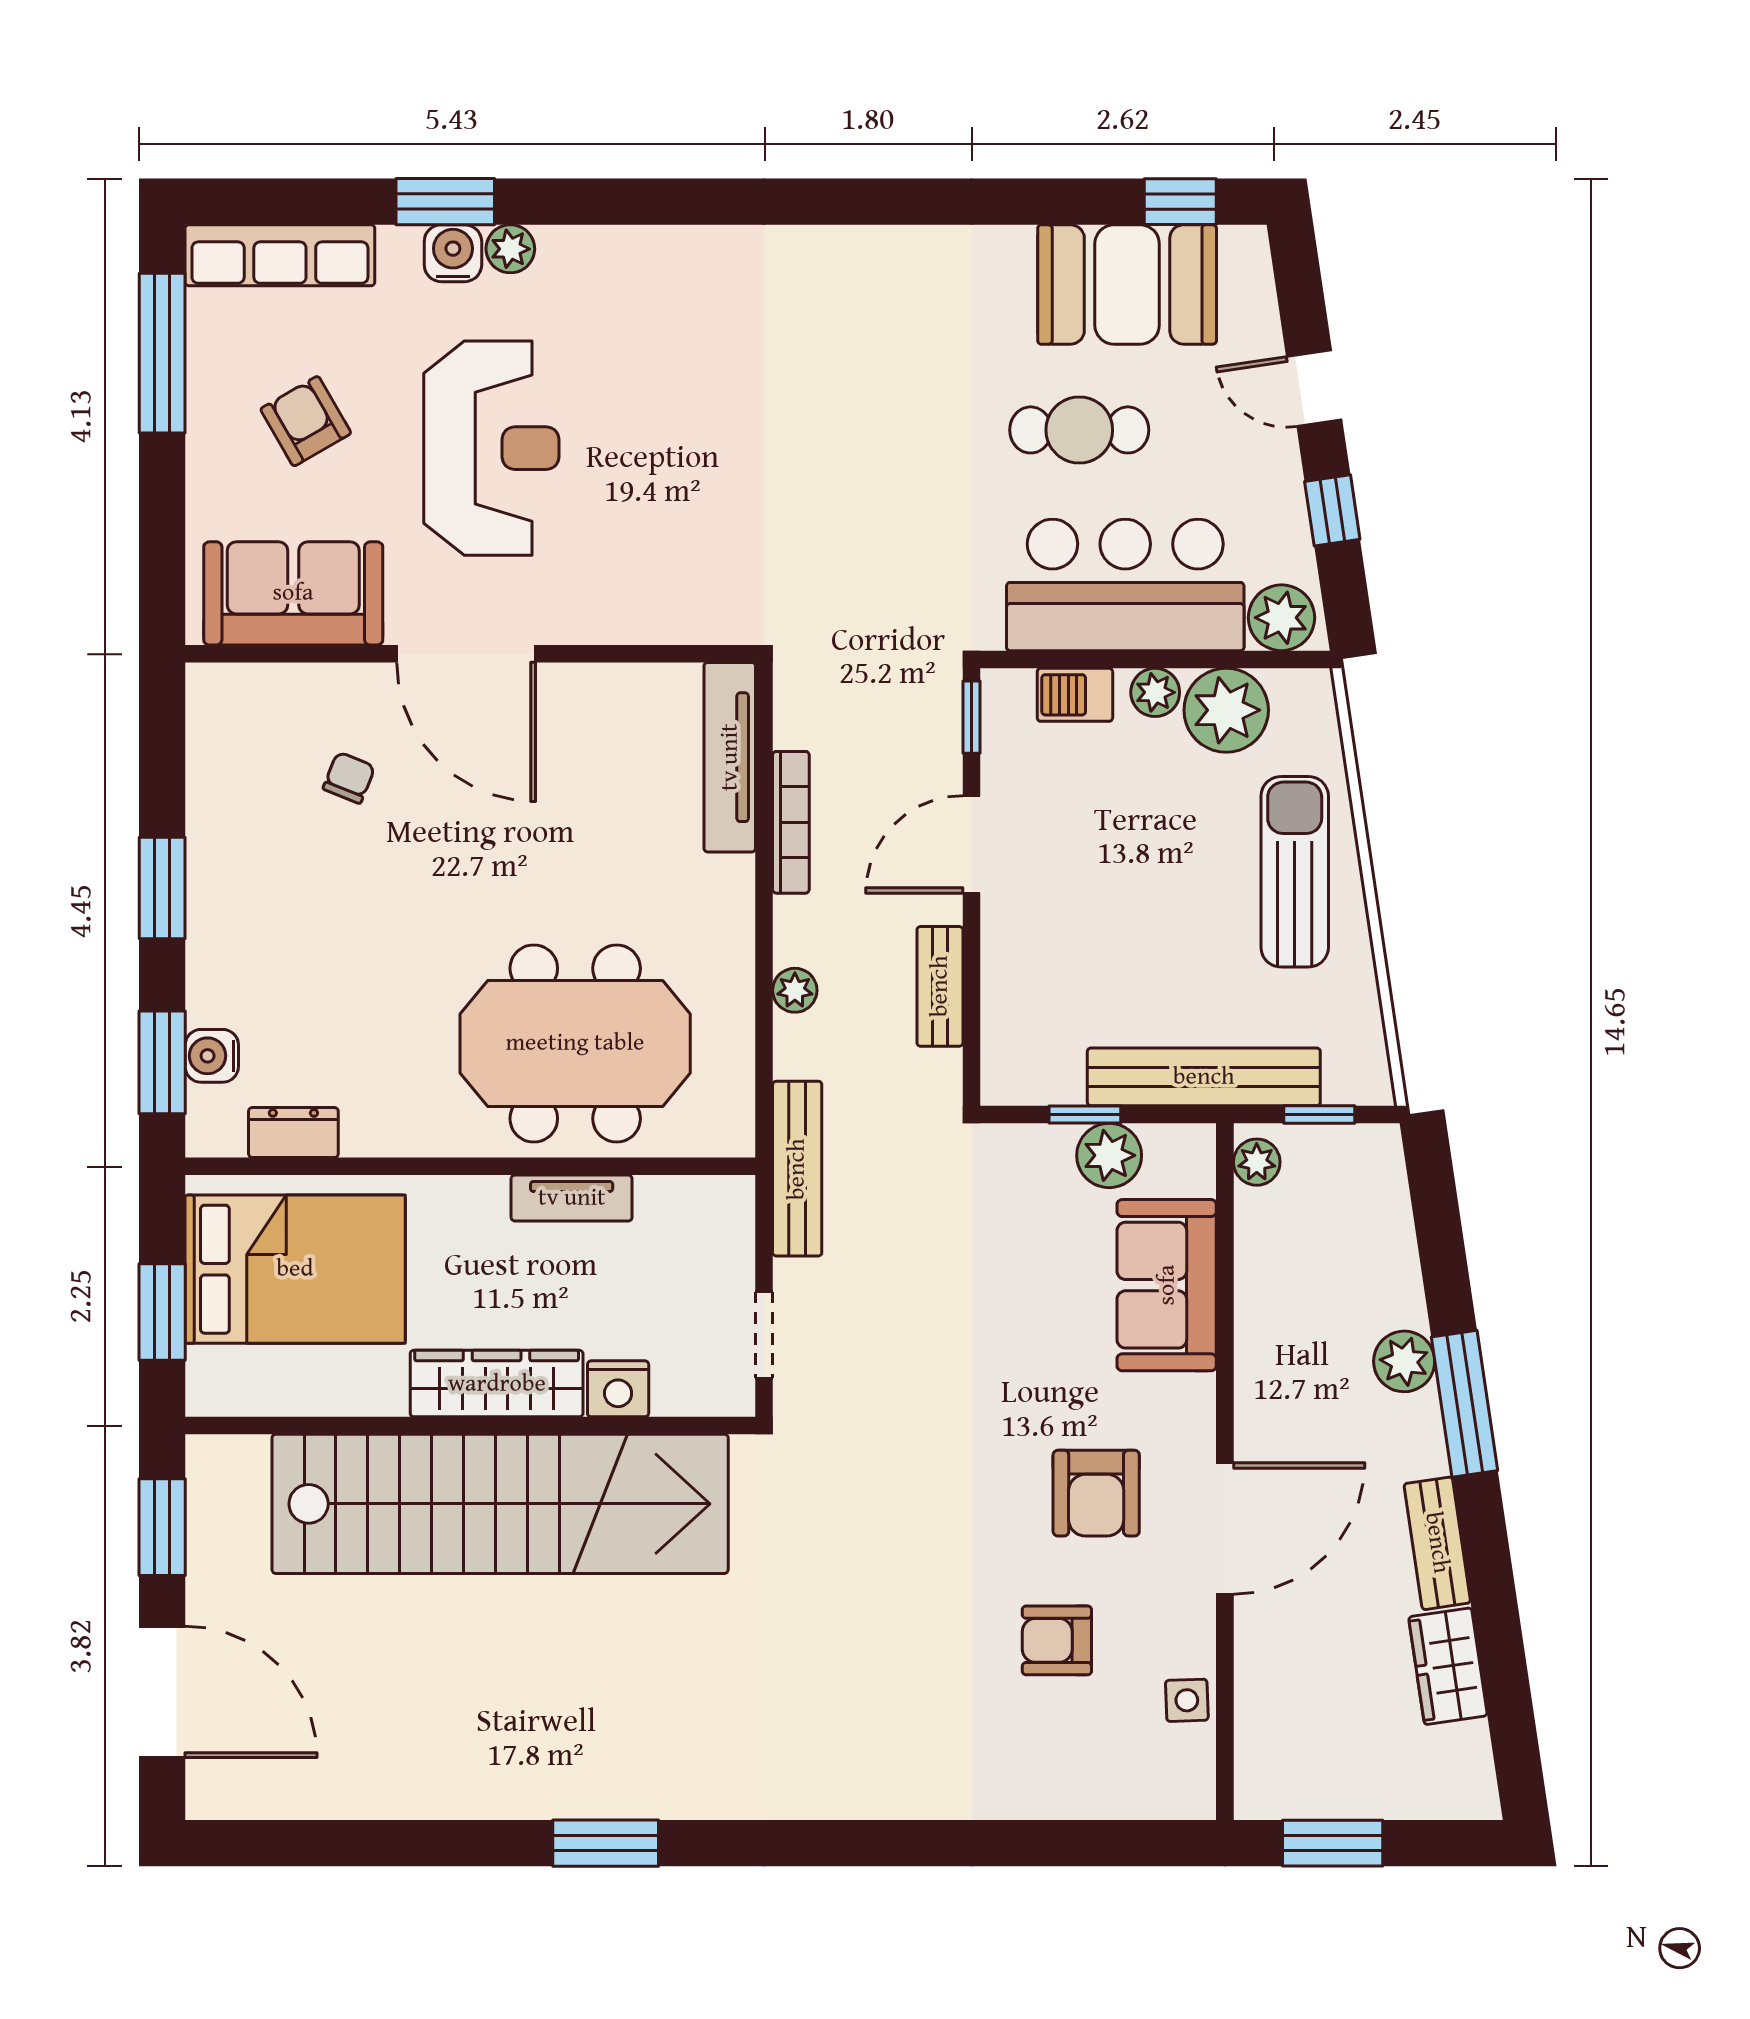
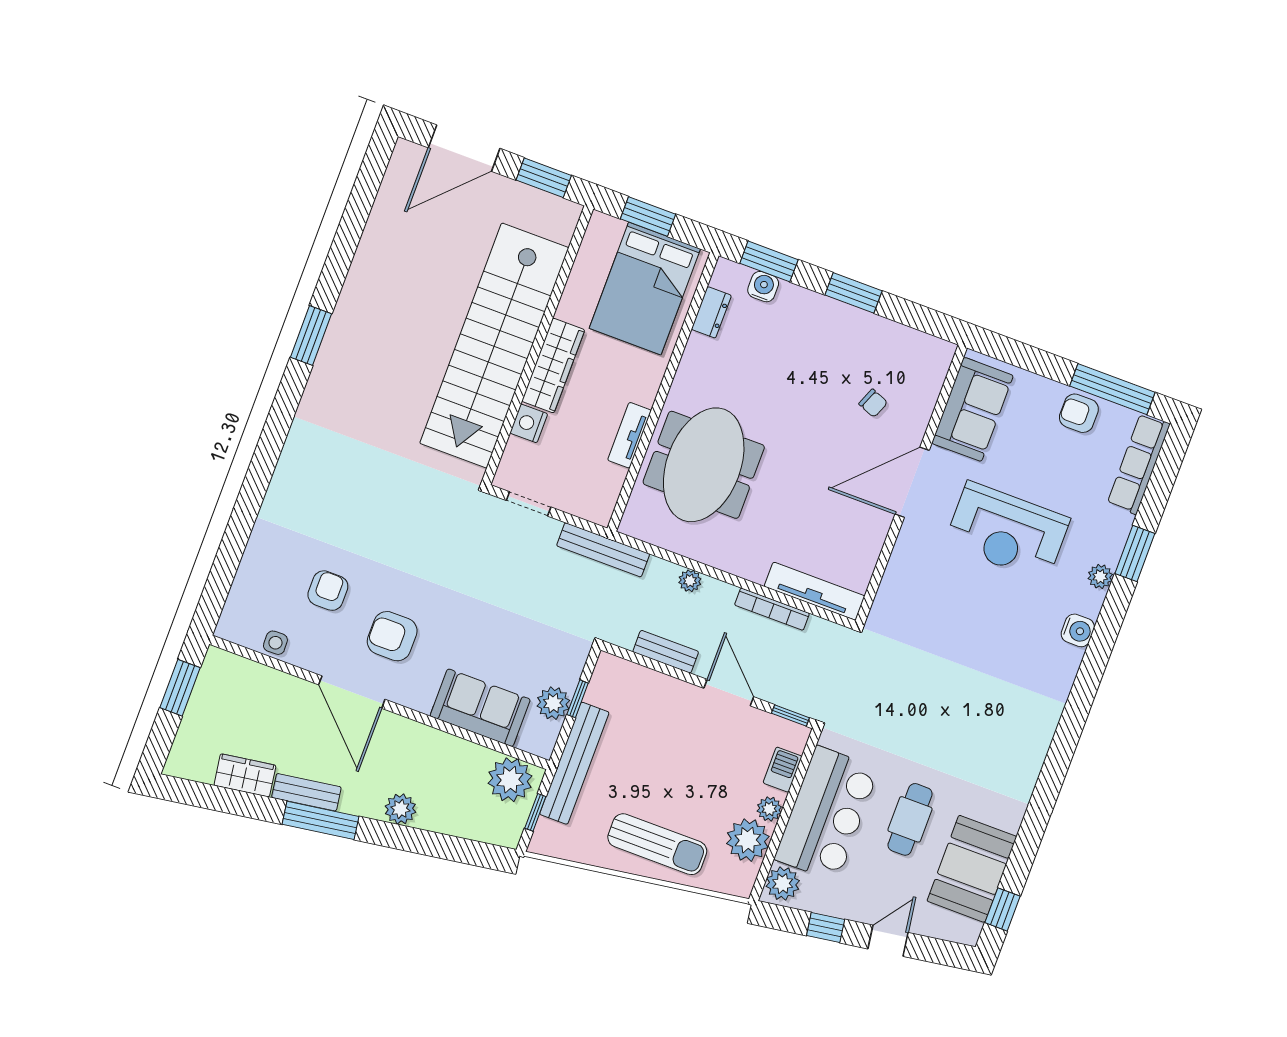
water cooler: (453, 253) -> (1078, 630), moved
armchair: (306, 421) -> (1079, 413), moved, turned -150
plant: (1257, 1162) -> (510, 780), width x1.88, depth x1.88
window: (1465, 1404) -> (320, 820), moved

